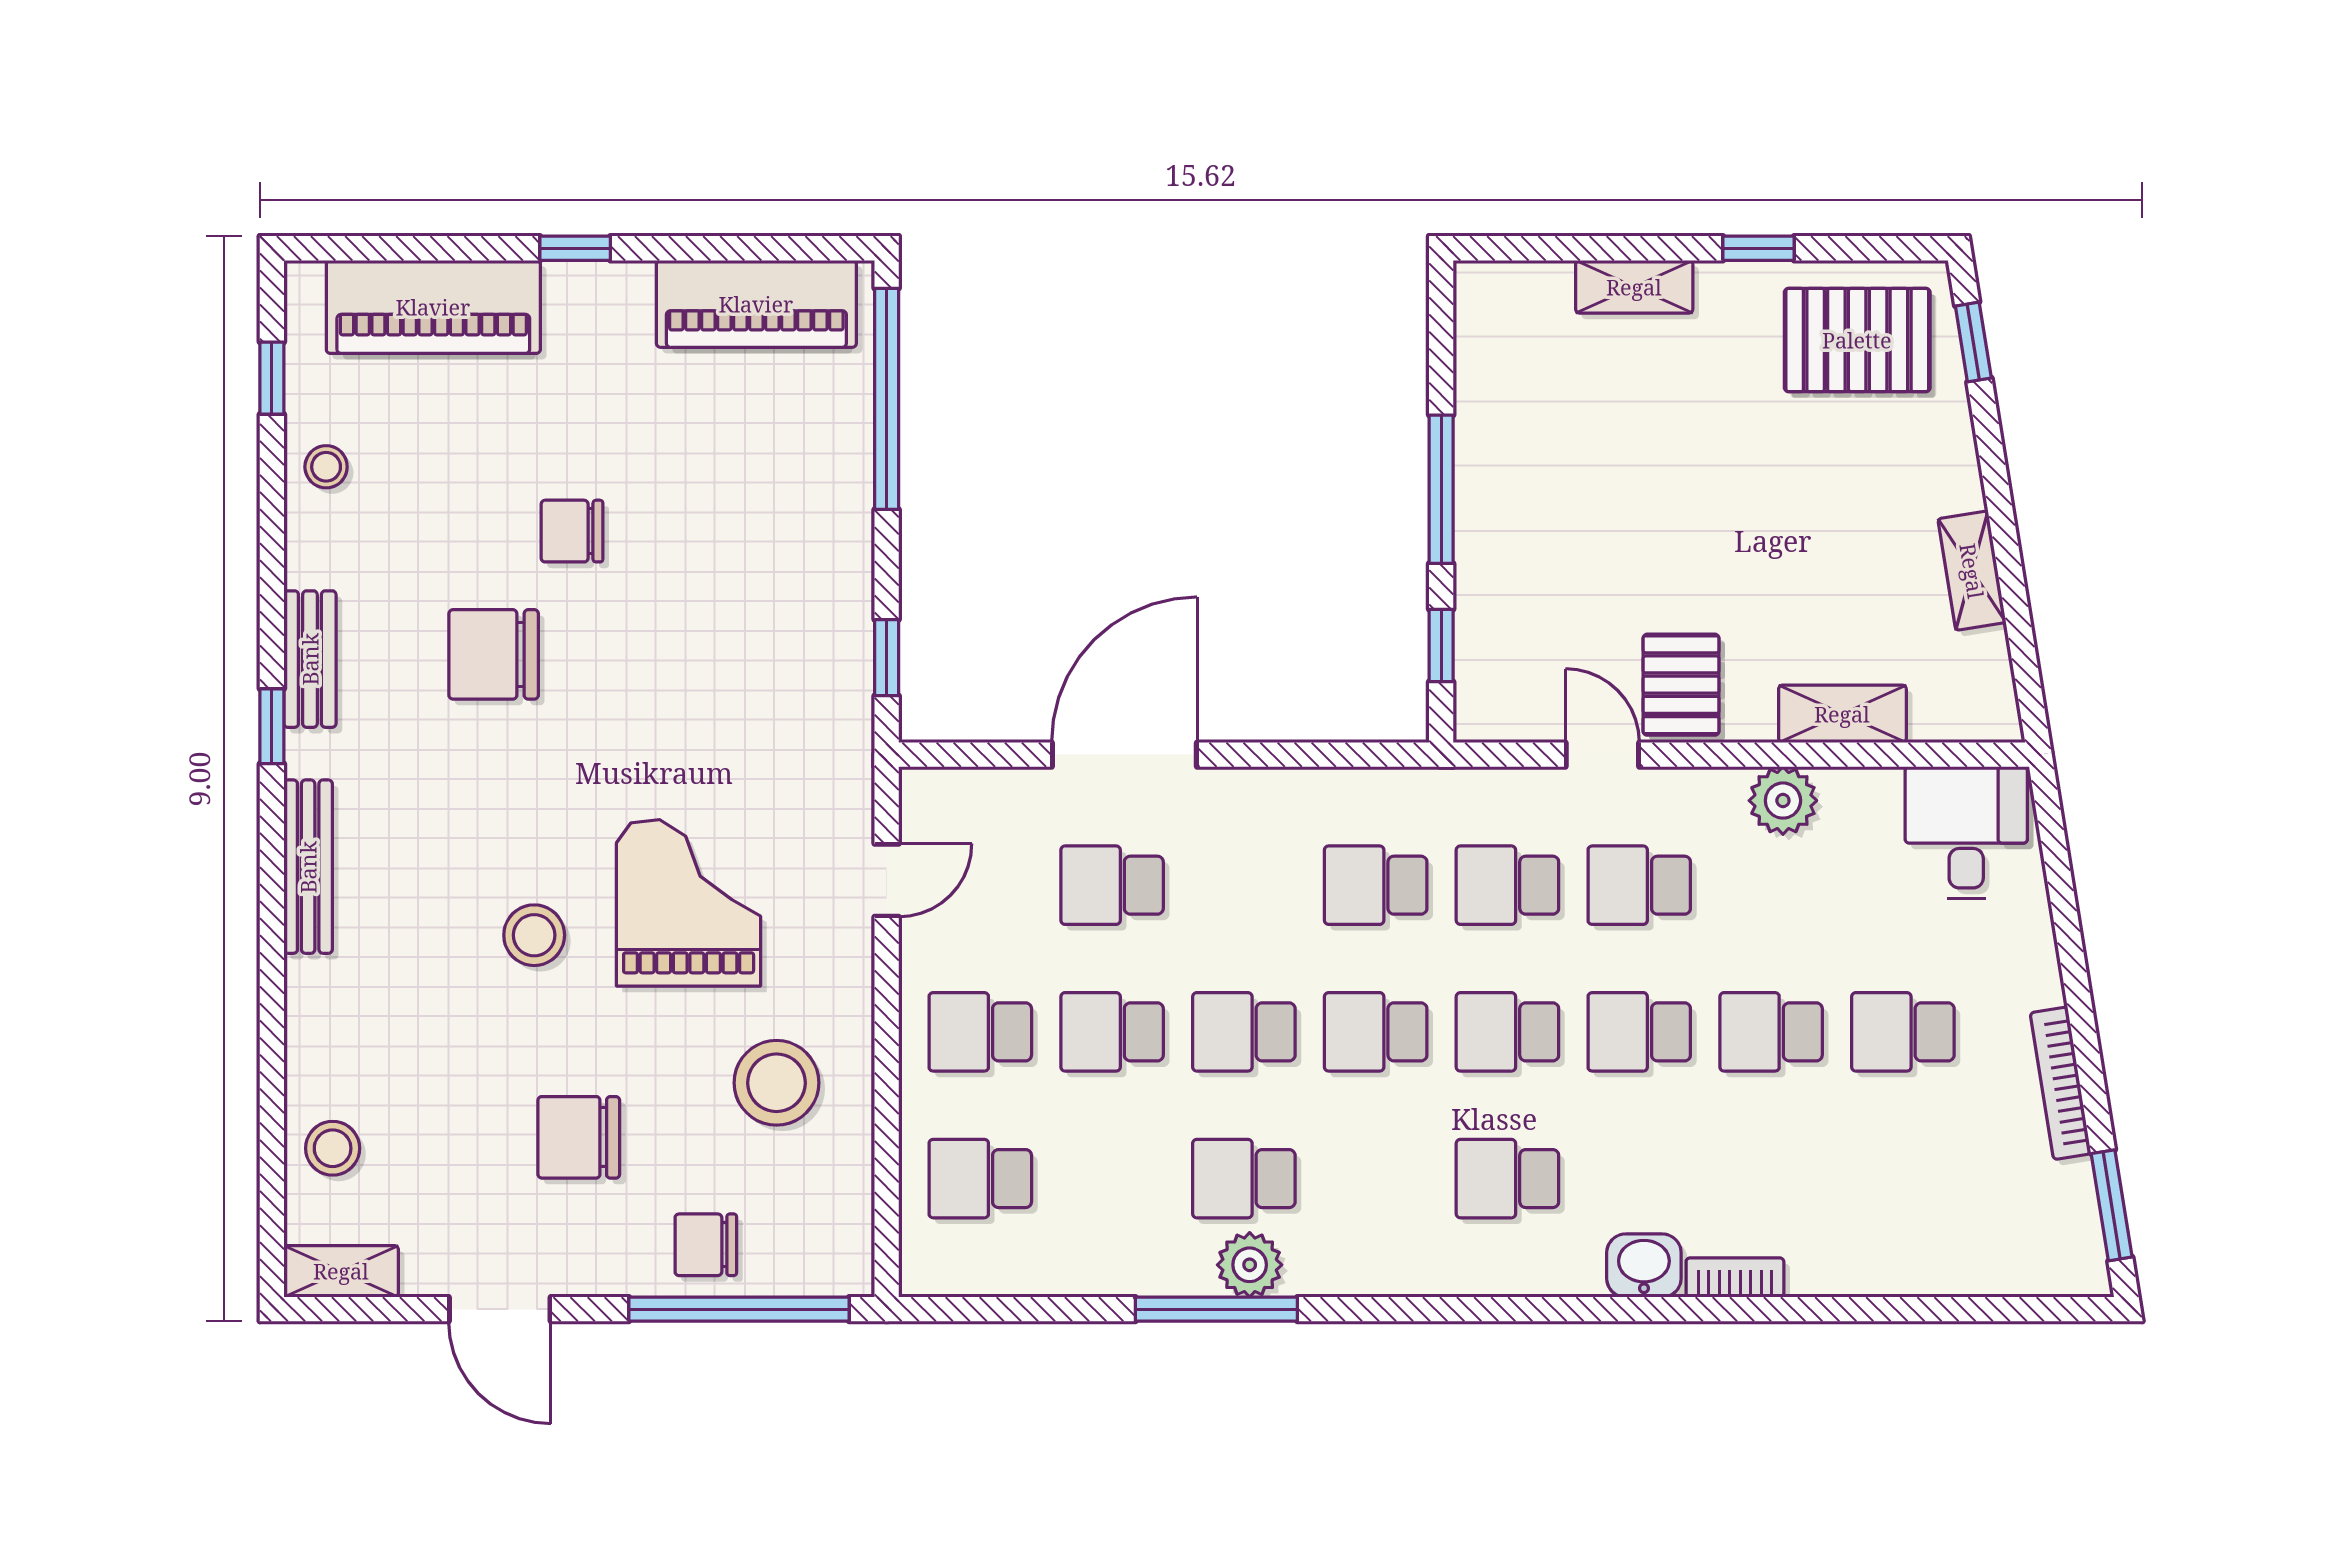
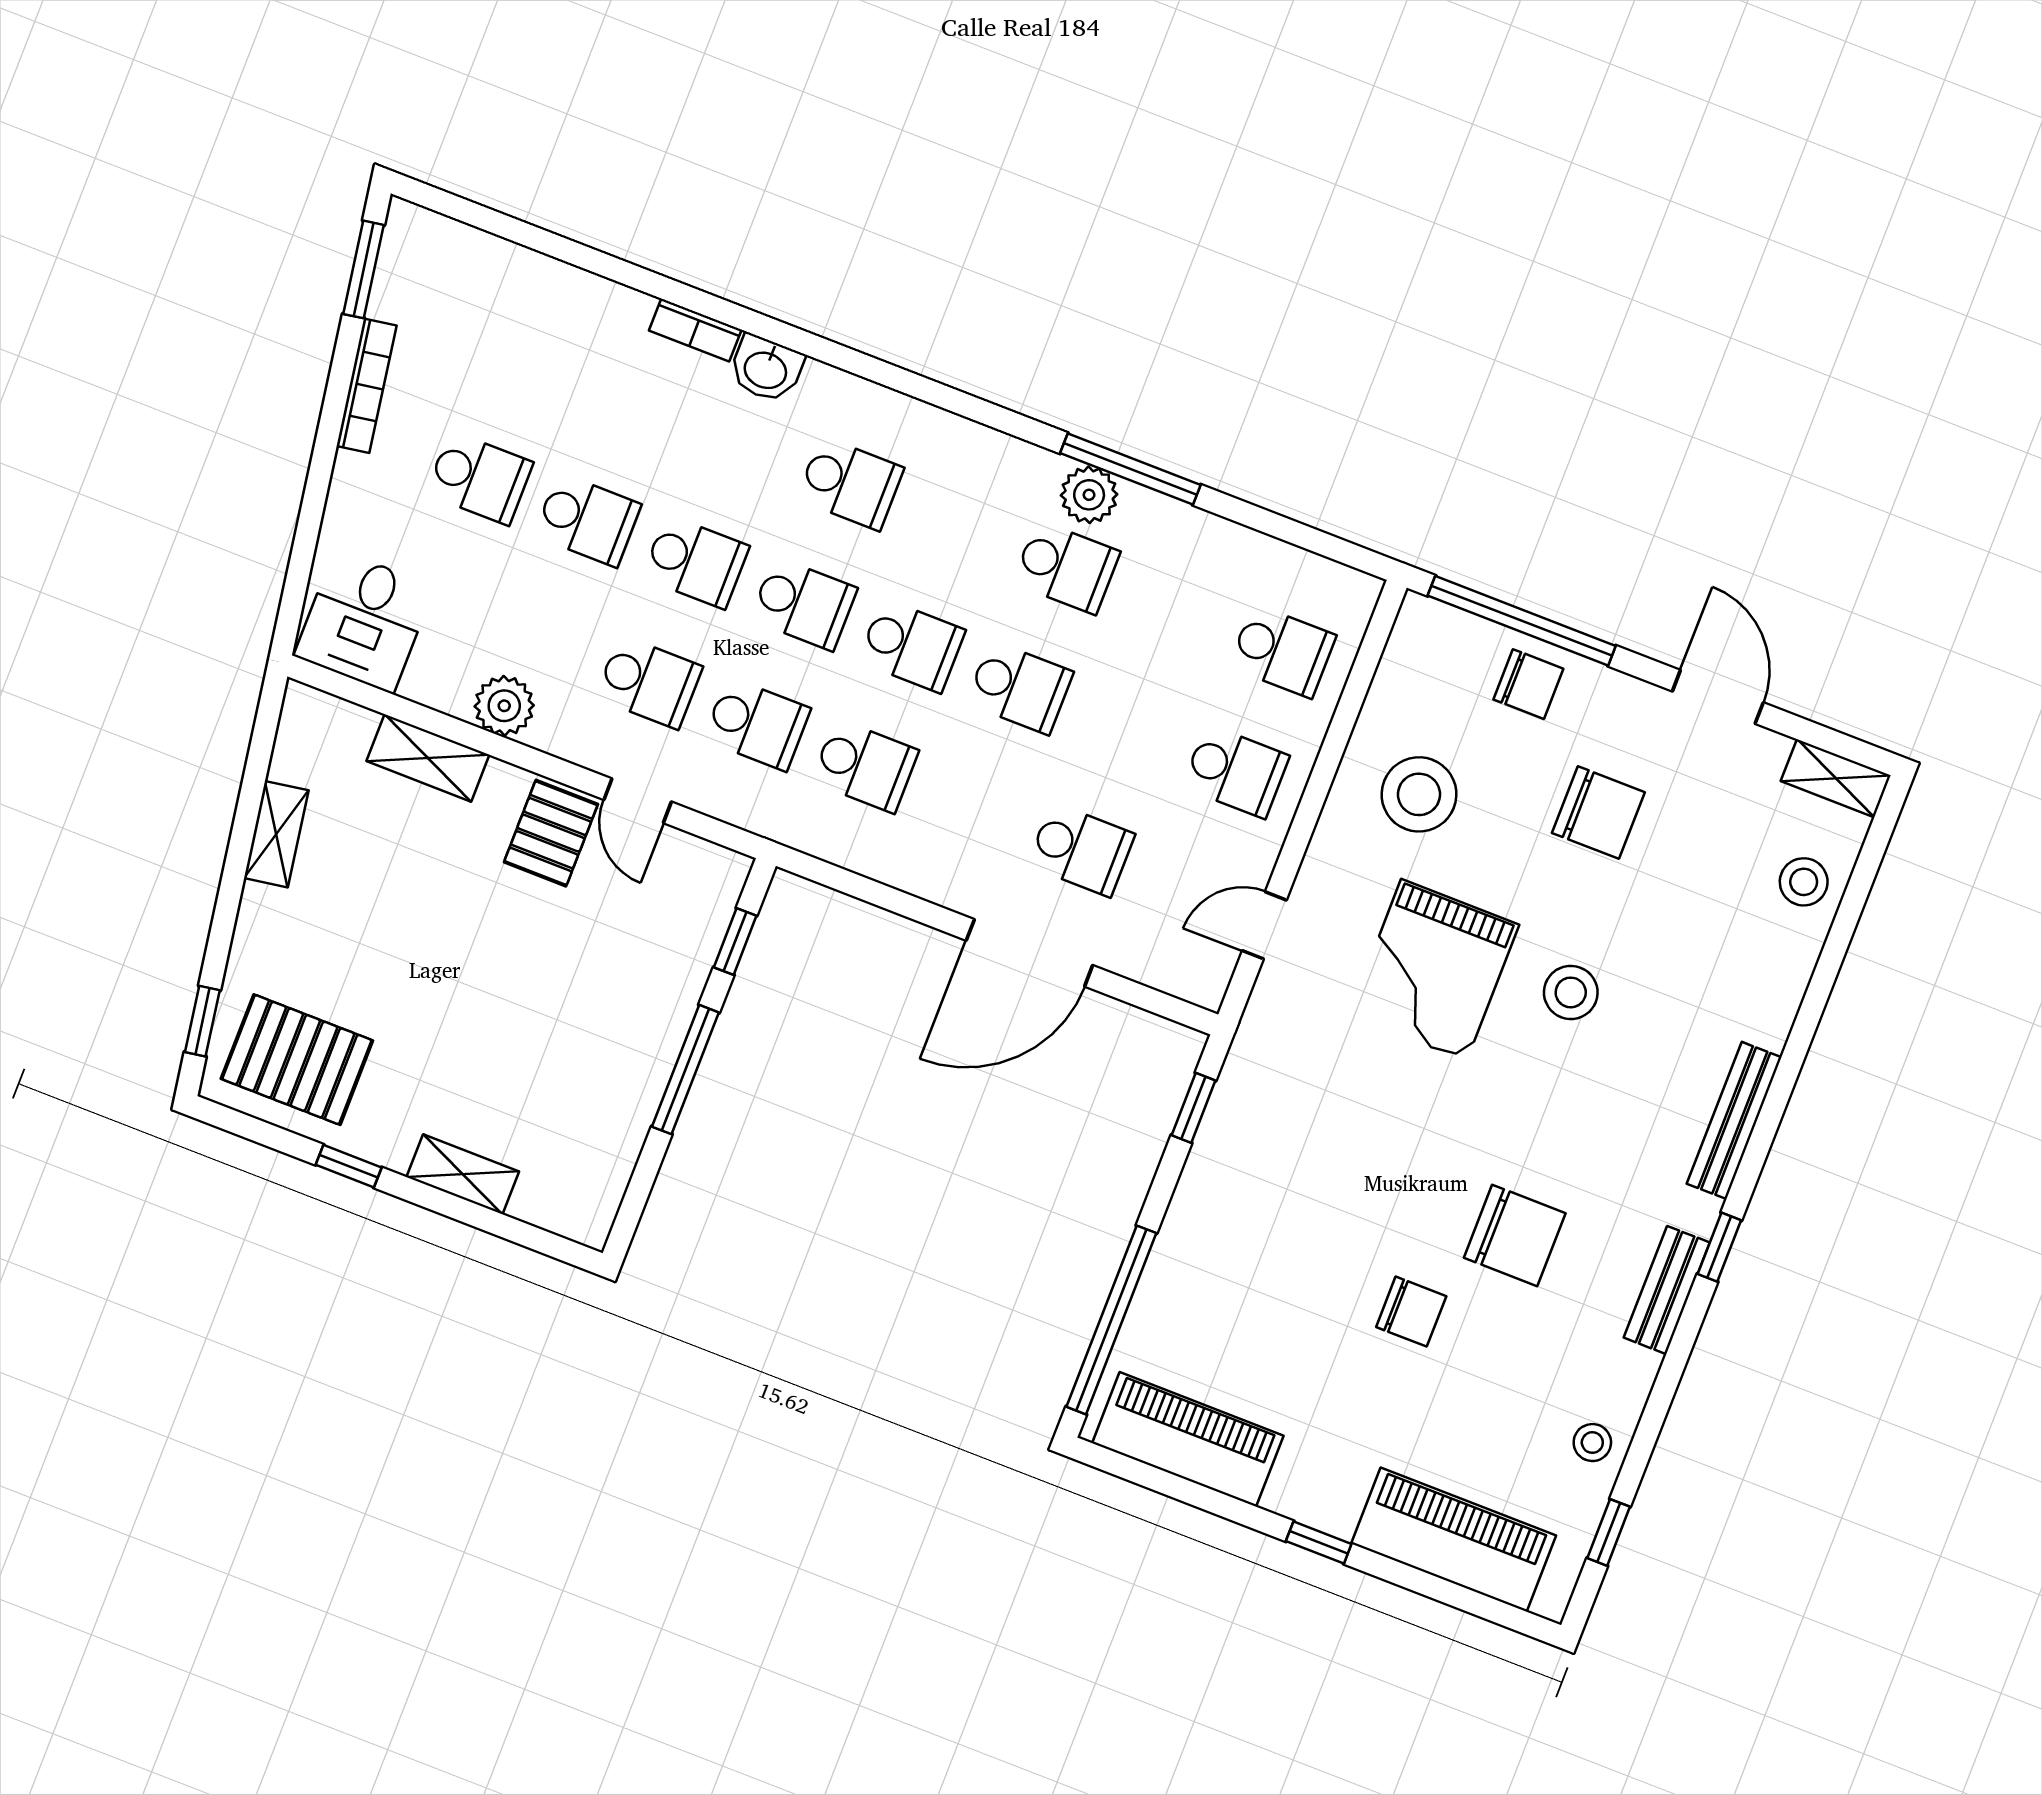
school desk: (1112, 1032) -> (1128, 729), removed

